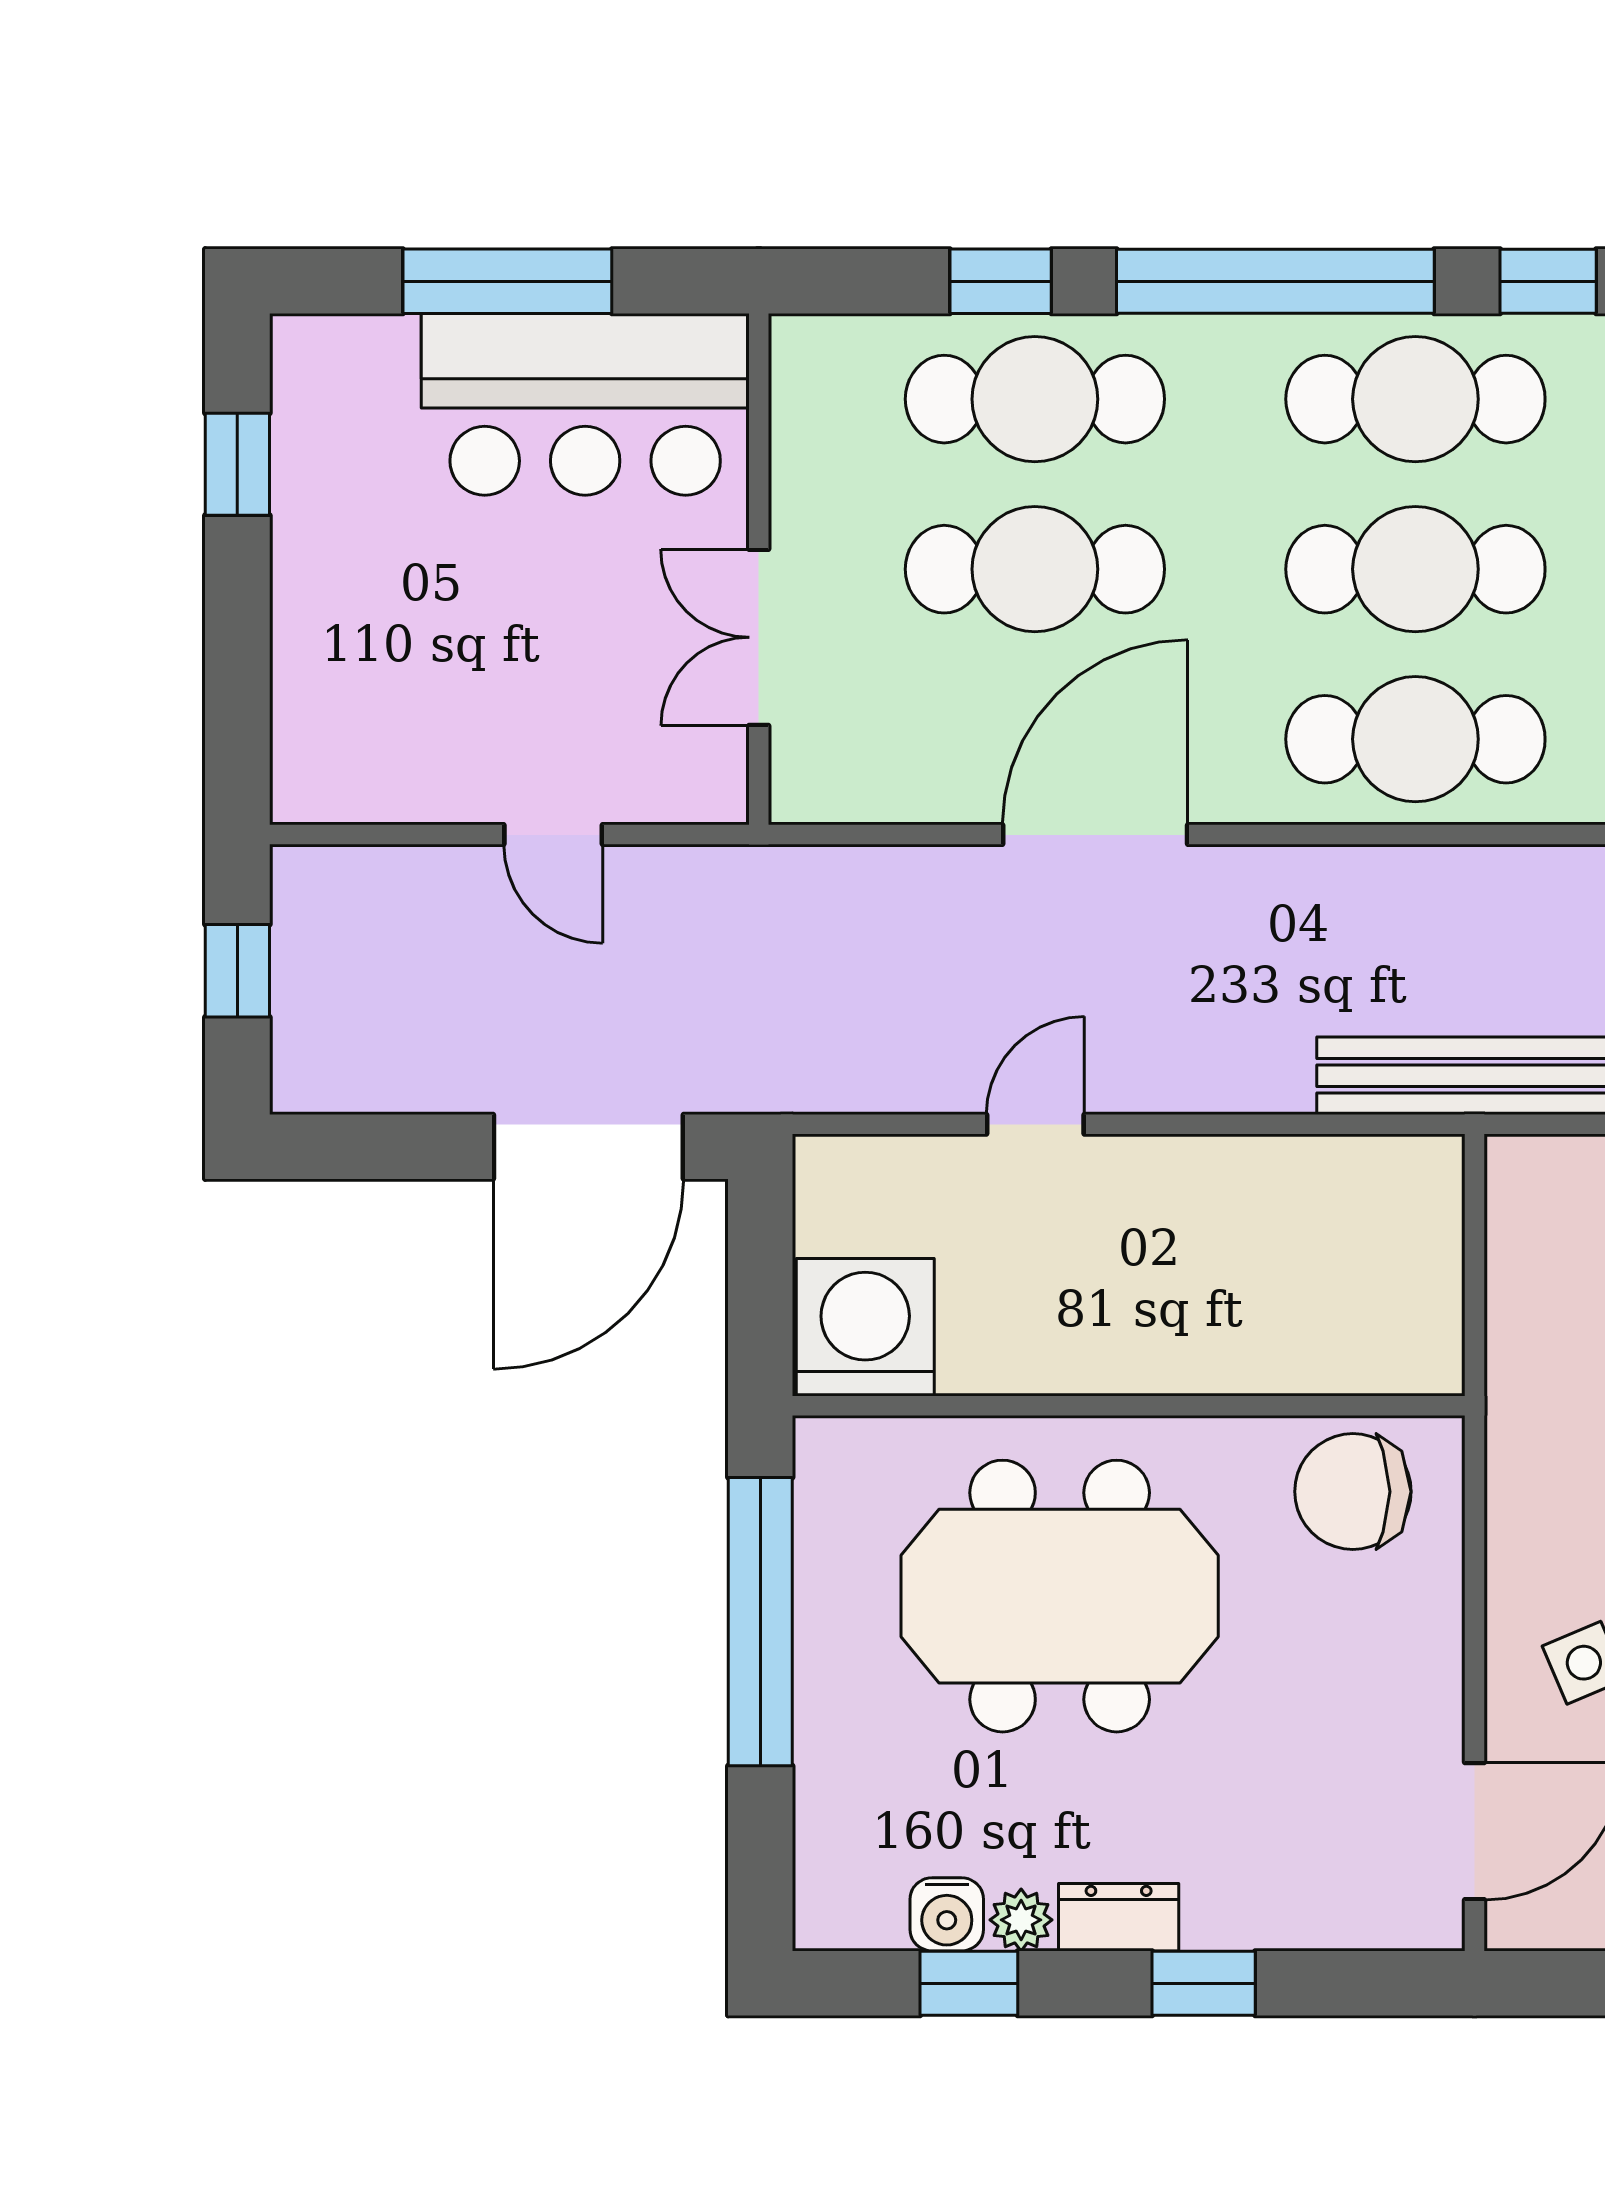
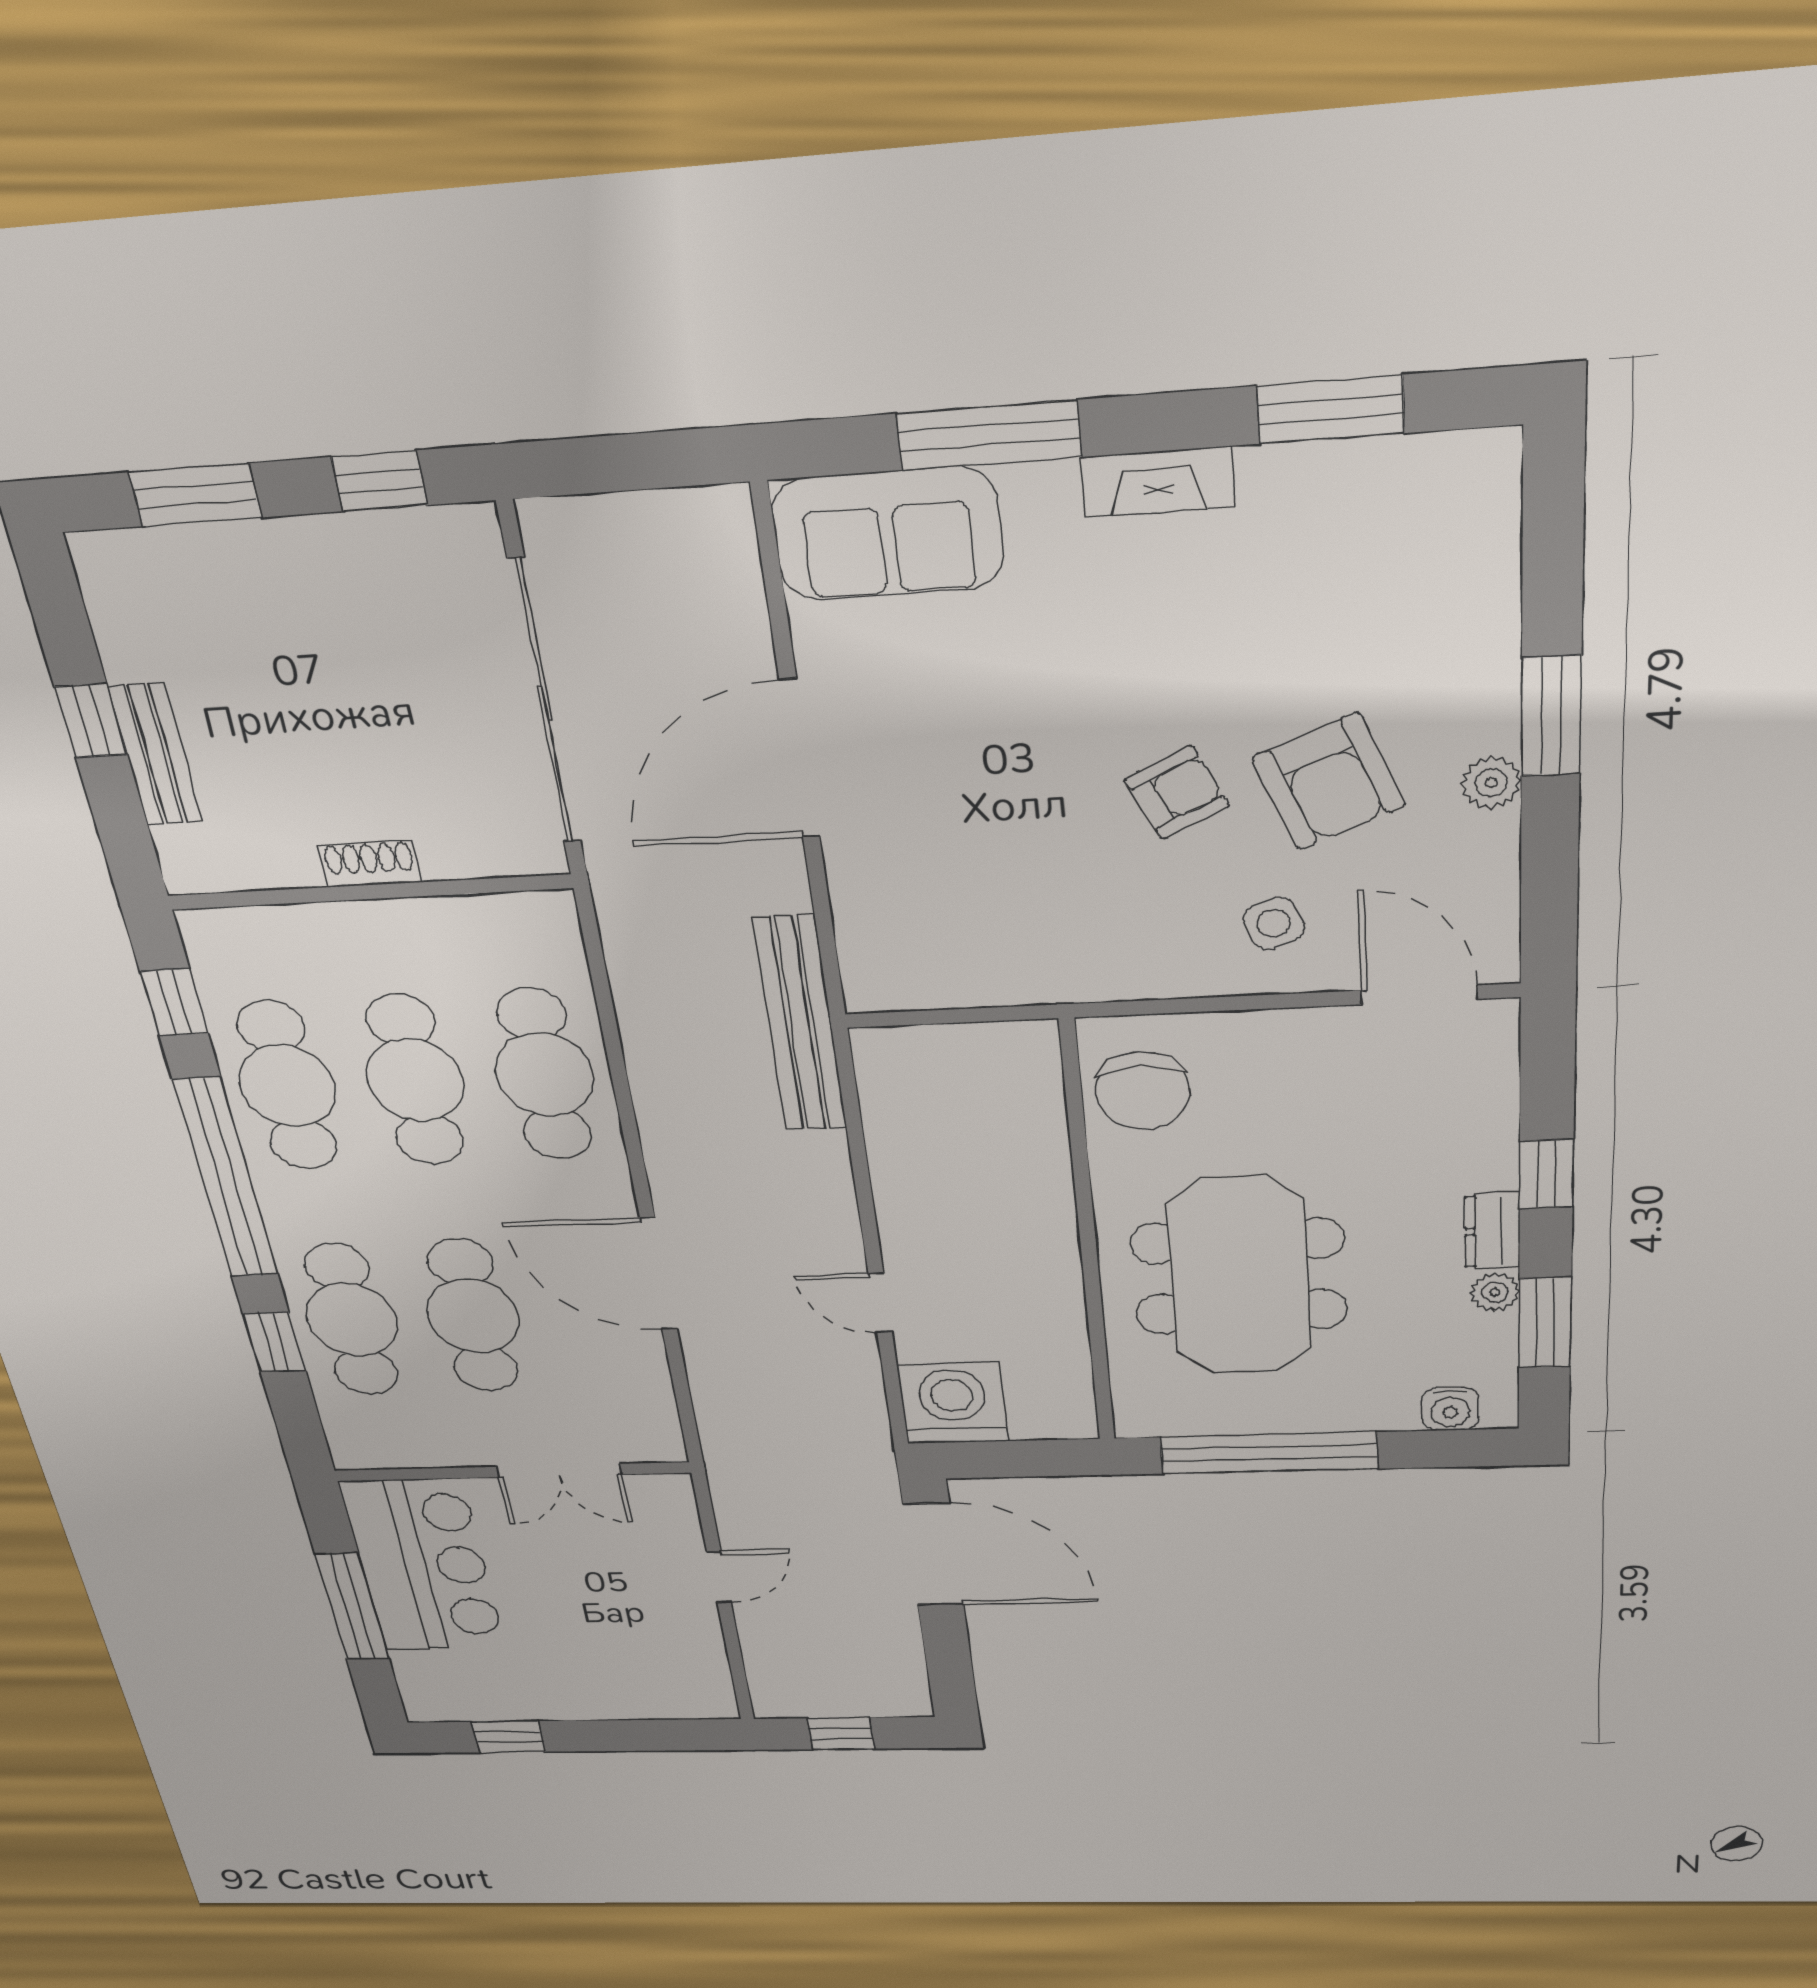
washing machine: (865, 1327) -> (953, 1403), moved, turned 90
water cooler: (947, 1914) -> (1450, 1409), moved, turned 90
window: (969, 1983) -> (1545, 1323), width x1.50

